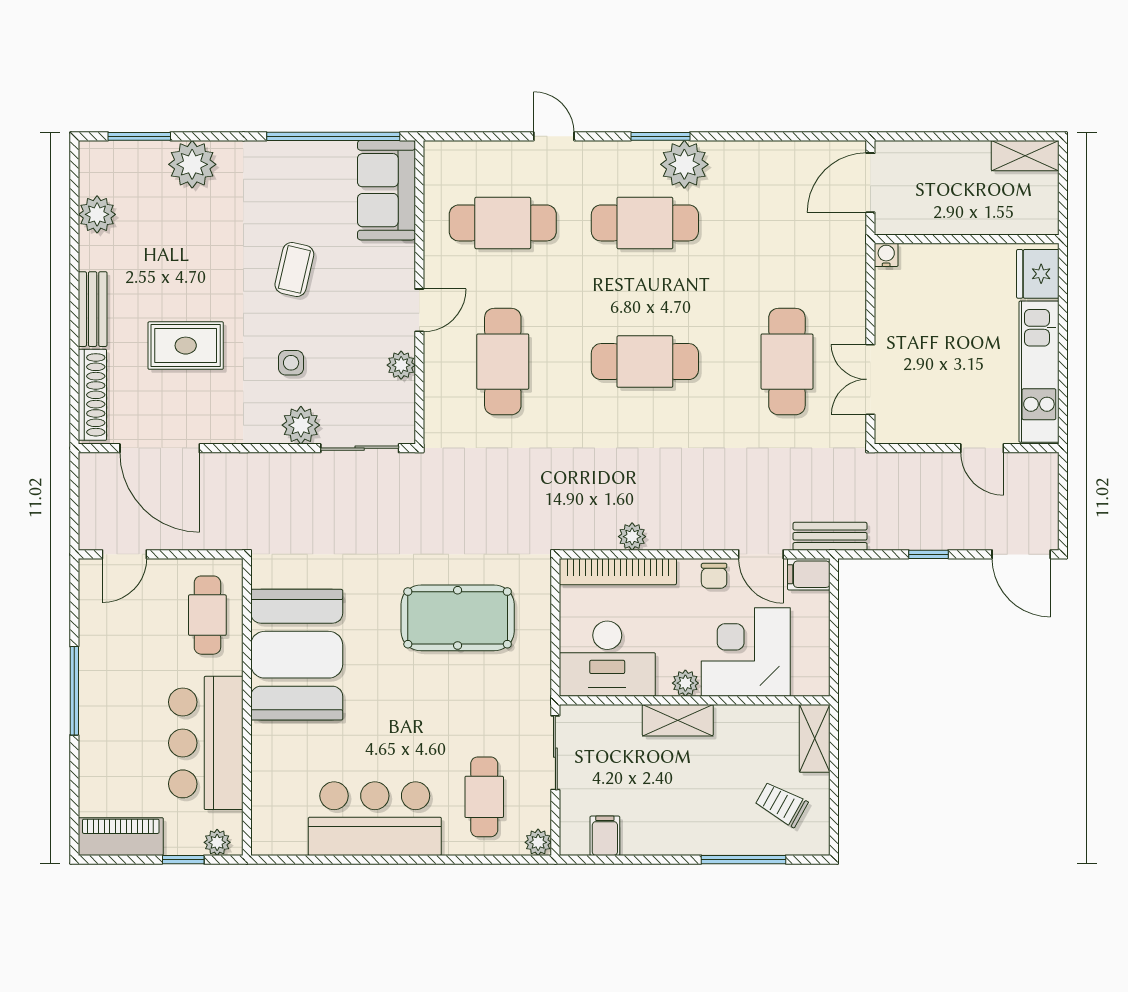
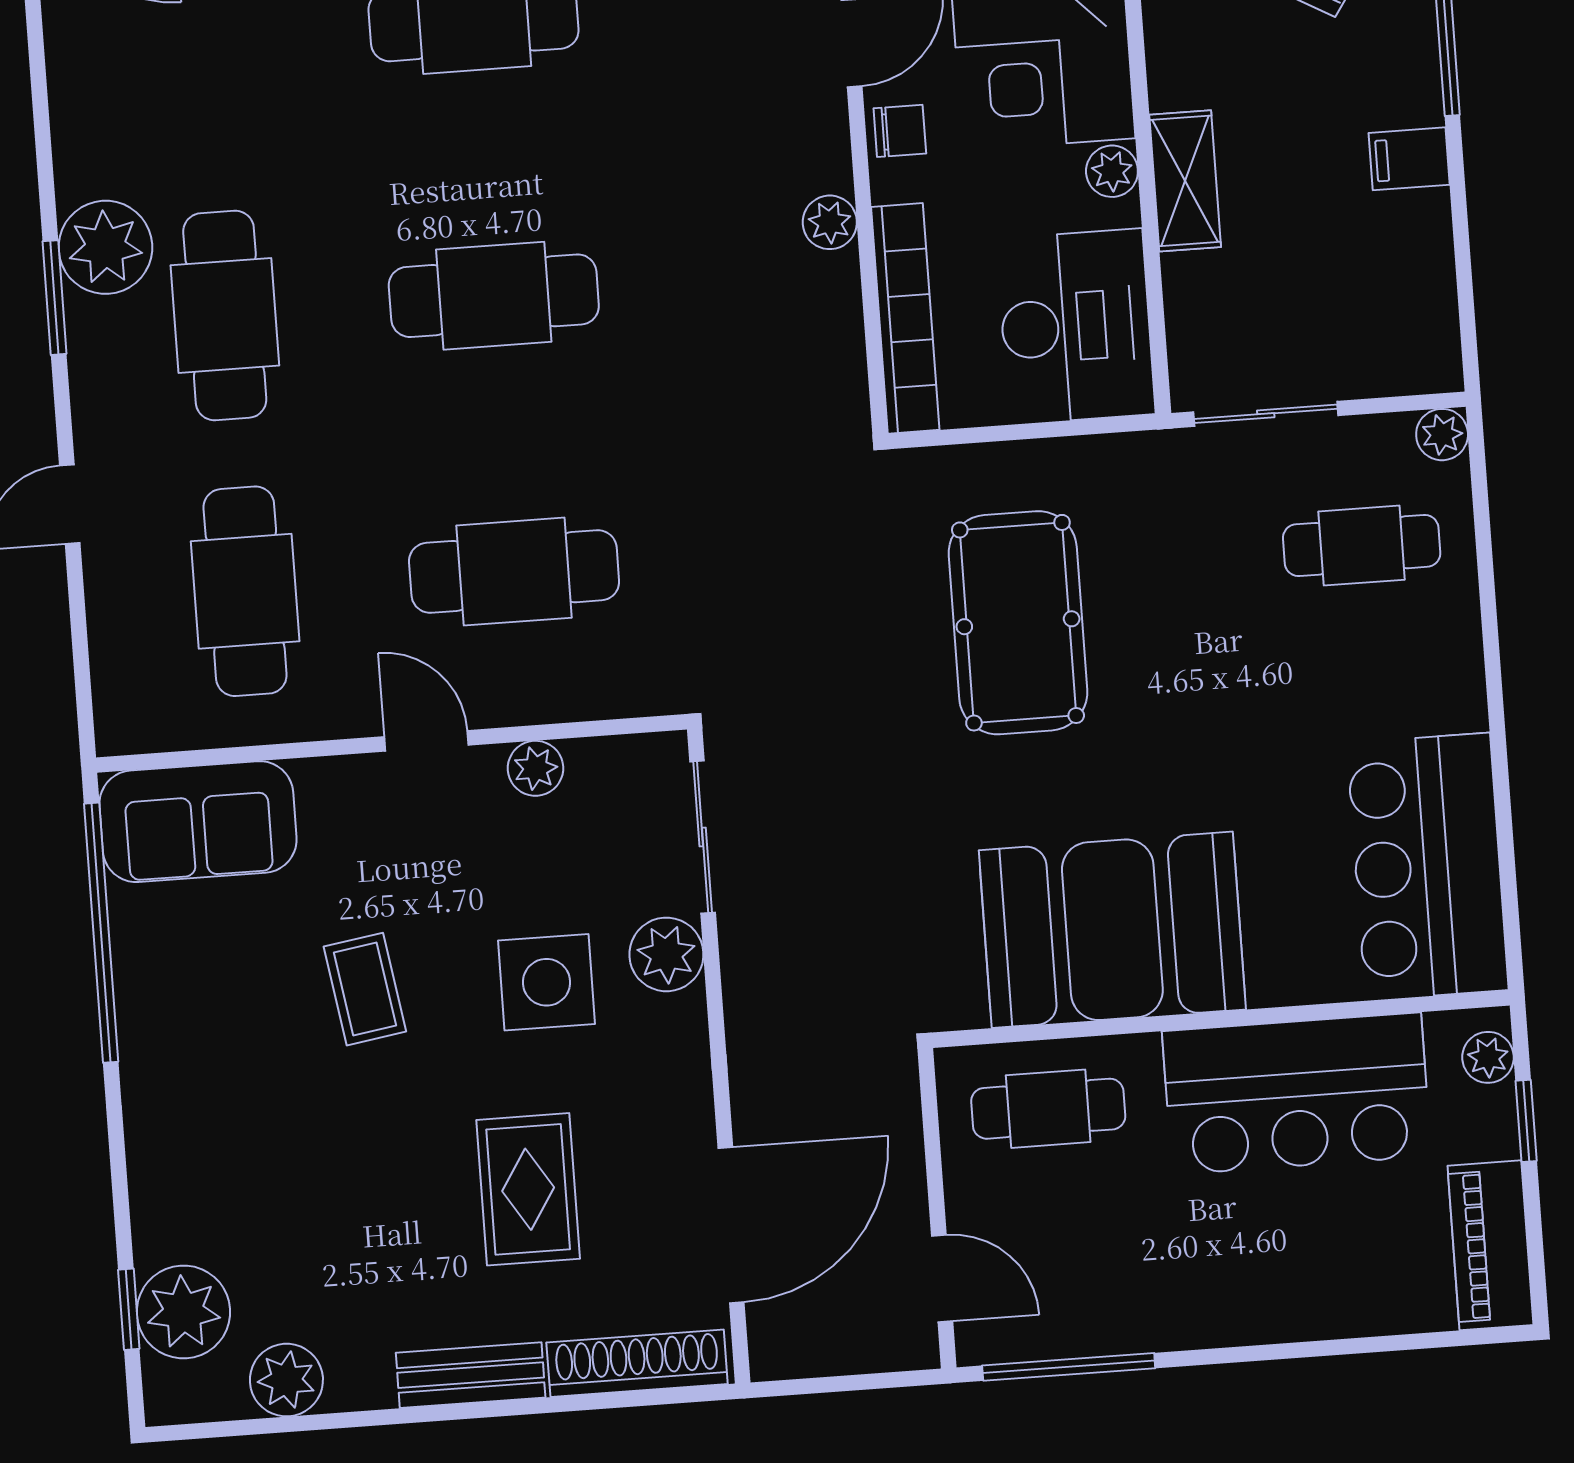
window: (139, 136) -> (129, 1309), width x0.67
plant: (192, 164) -> (183, 1312), moved
coffee table: (294, 269) -> (365, 989), turned 68
cafe table: (645, 362) -> (494, 296), turned 90
side table: (291, 363) -> (547, 982), width x1.87, depth x1.87
plant: (632, 537) -> (830, 222), moved
window: (74, 691) -> (1069, 1367), moved
bar counter: (375, 819) -> (1428, 867), moved
filing cabinet: (605, 836) -> (1409, 159), moved

